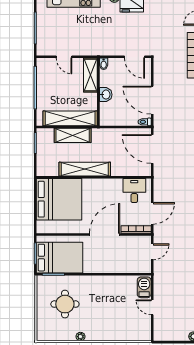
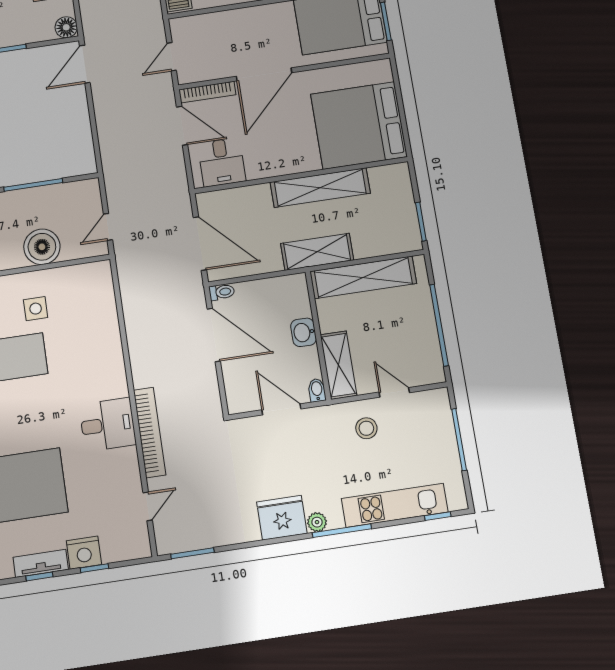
stool: (81, 41) -> (366, 428), added
door: (135, 57) -> (281, 409), moved
shelving: (73, 135) -> (317, 252), moved
door: (152, 213) -> (182, 126), swing flipped

